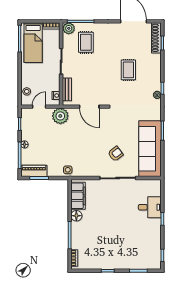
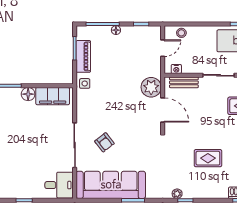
door: (39, 107) -> (163, 48), hinge flipped
door: (89, 107) -> (163, 110), swing flipped
plant: (60, 116) -> (151, 87), moved
piano: (34, 171) -> (83, 56), moved
desk: (150, 207) -> (59, 185), moved, turned -90

